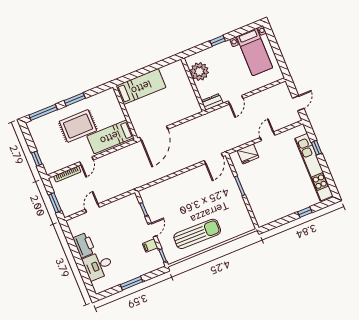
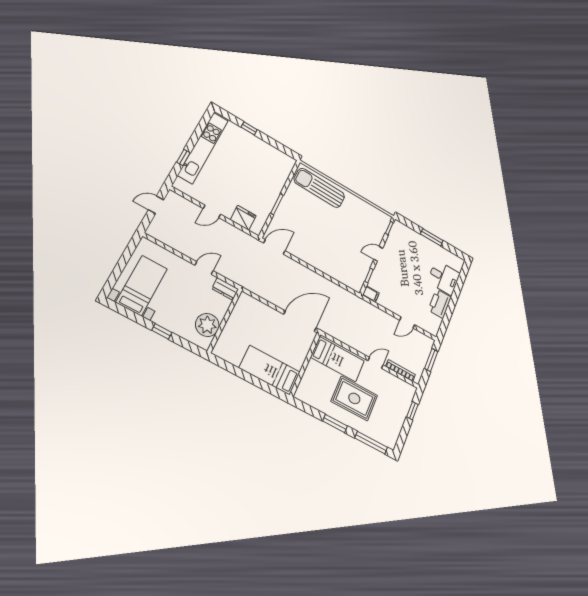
sun lounger: (197, 234) -> (319, 188), moved
filing cabinet: (150, 246) -> (371, 294), moved

